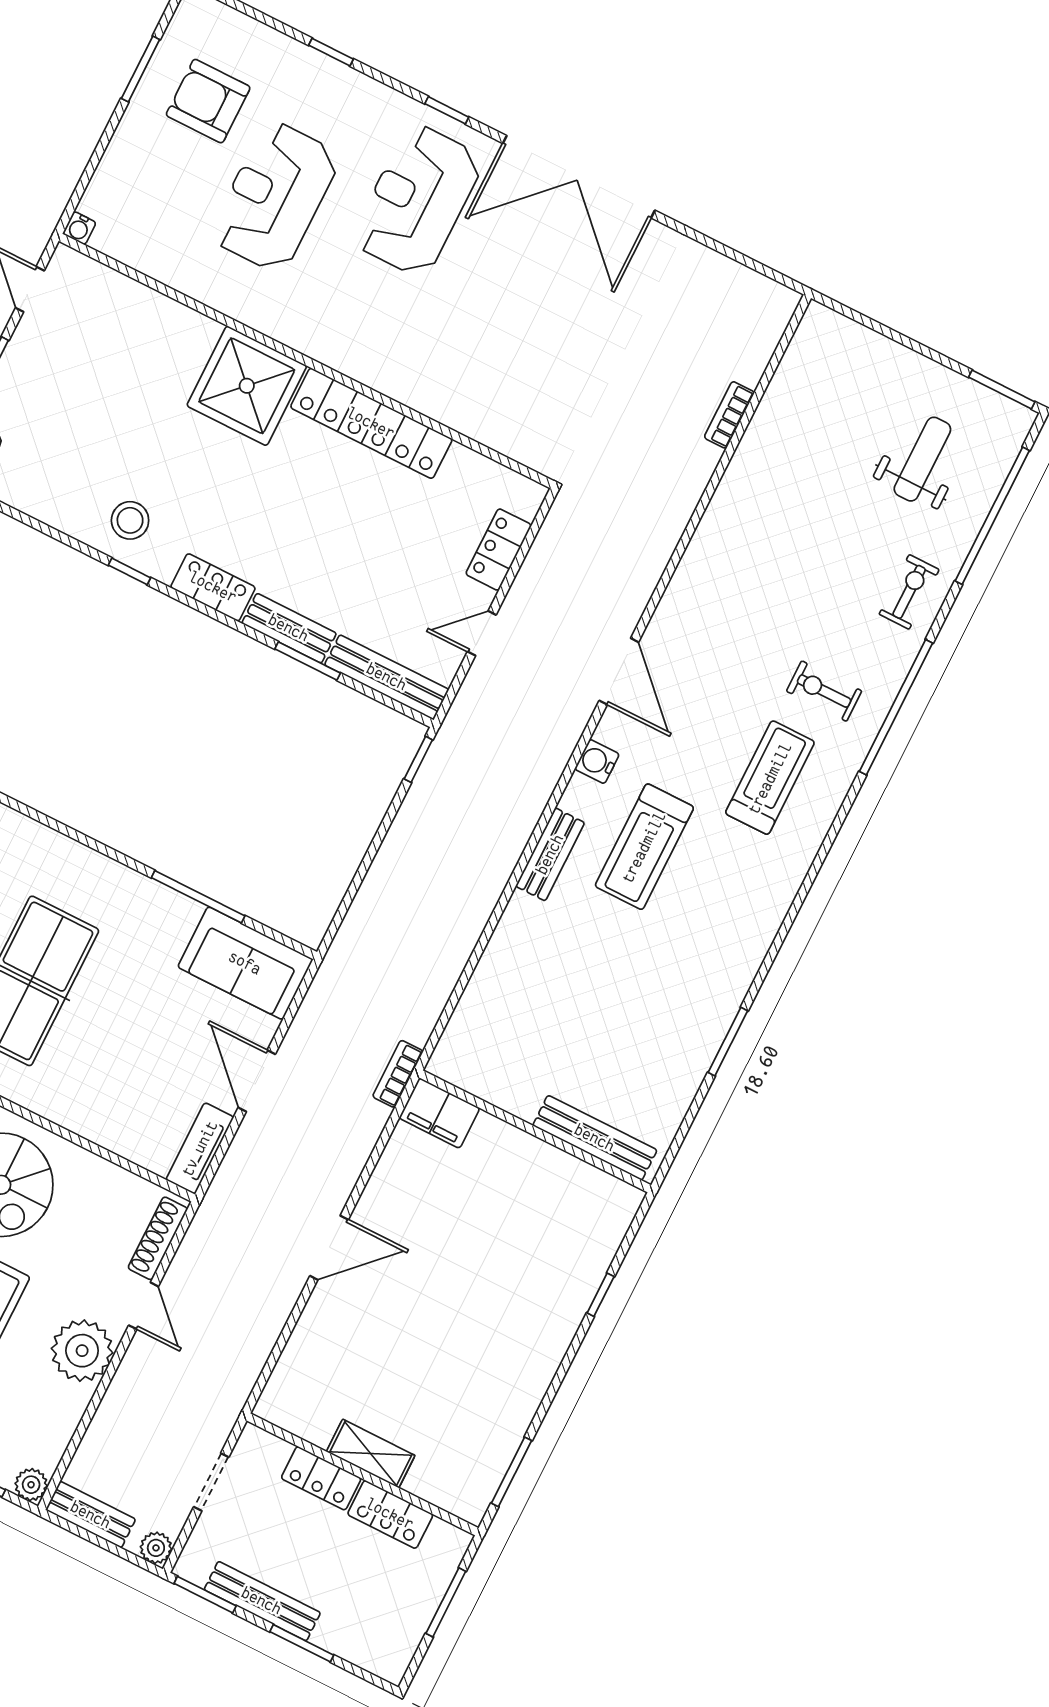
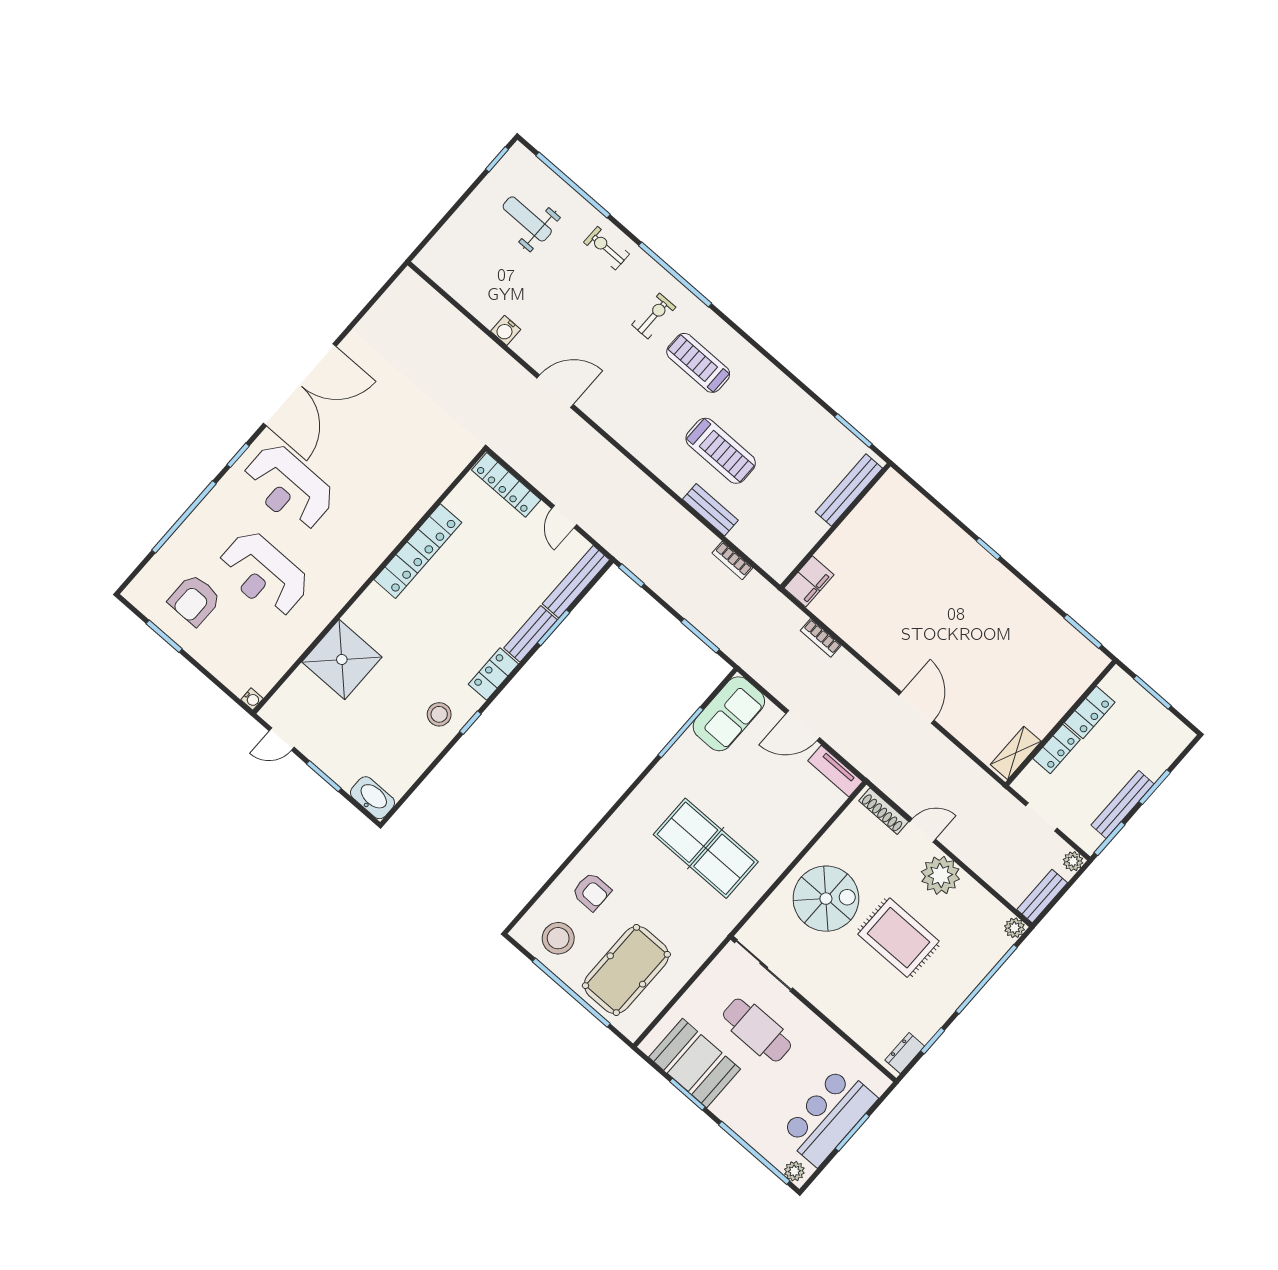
window: (331, 52) -> (184, 517), width x3.17
shower: (247, 386) -> (342, 659), moved
window: (1002, 389) -> (497, 159), width x0.67
bookcase: (729, 415) -> (732, 560), moved
locker: (499, 550) -> (506, 485), width x1.53
door: (619, 671) -> (555, 391), moved
exercise bike: (824, 691) -> (654, 316), turned 180
water cooler: (597, 762) -> (506, 330), moved
window: (353, 889) -> (700, 636), added
filing cabinet: (439, 1113) -> (809, 581), moved
wall: (535, 1131) -> (835, 526), moved
bench: (595, 1138) -> (849, 490), moved
shelving: (371, 1454) -> (1016, 753), moved

